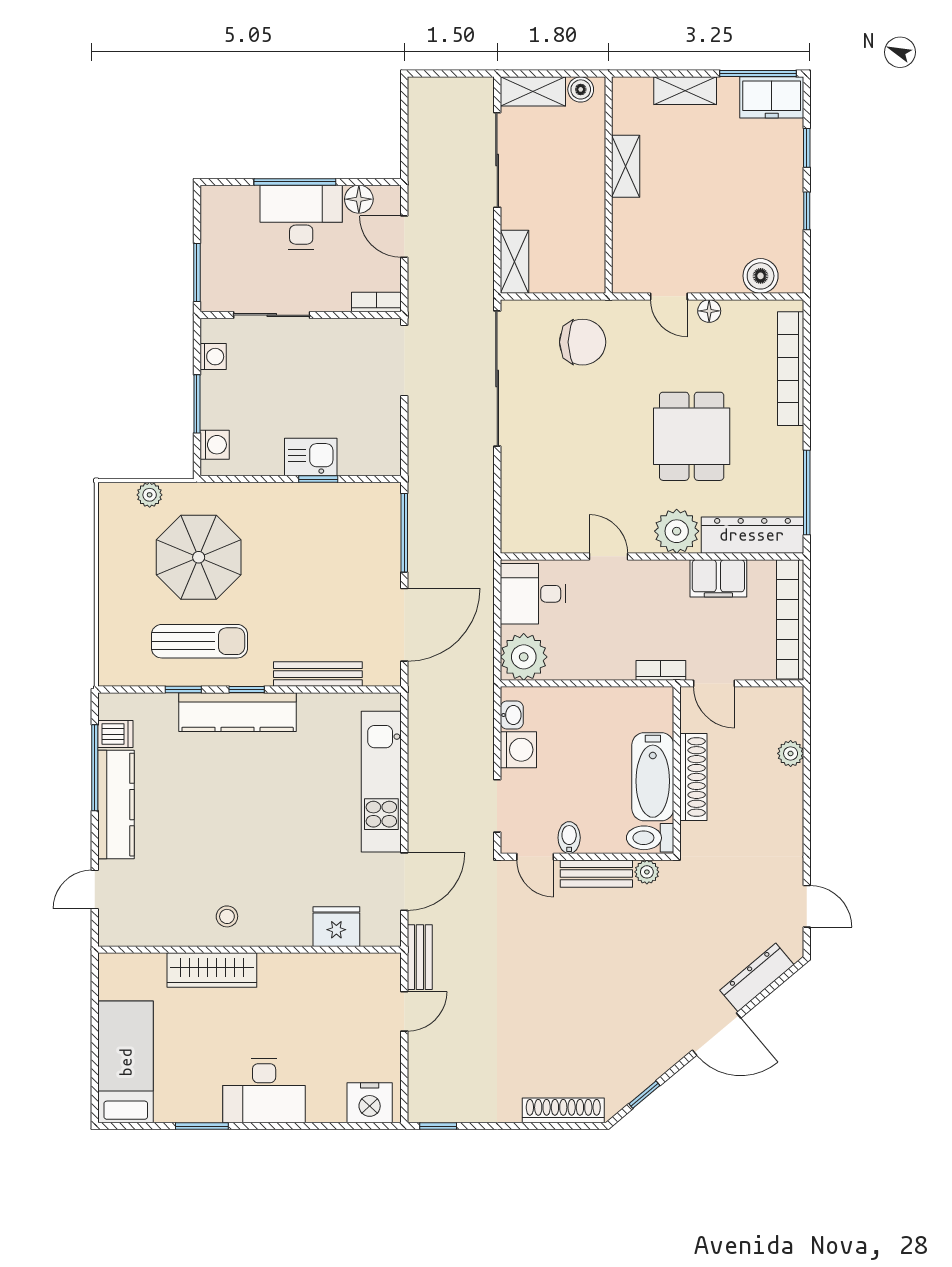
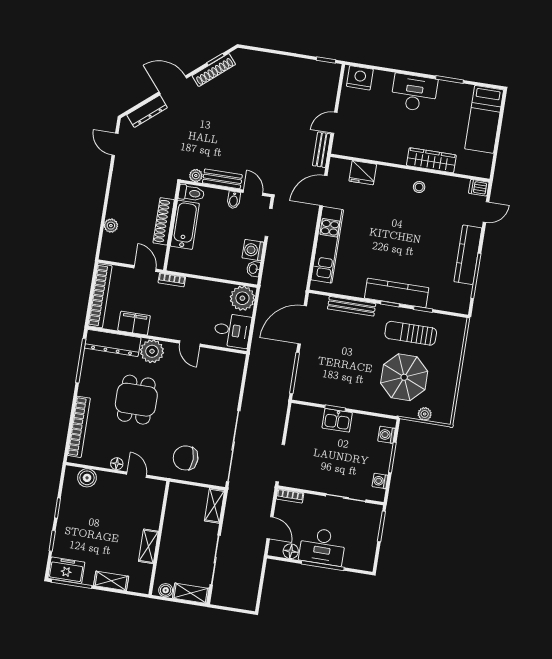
dishwasher: (115, 734) -> (479, 188), moved
shoe rack: (563, 1110) -> (214, 70), moved, turned -40

